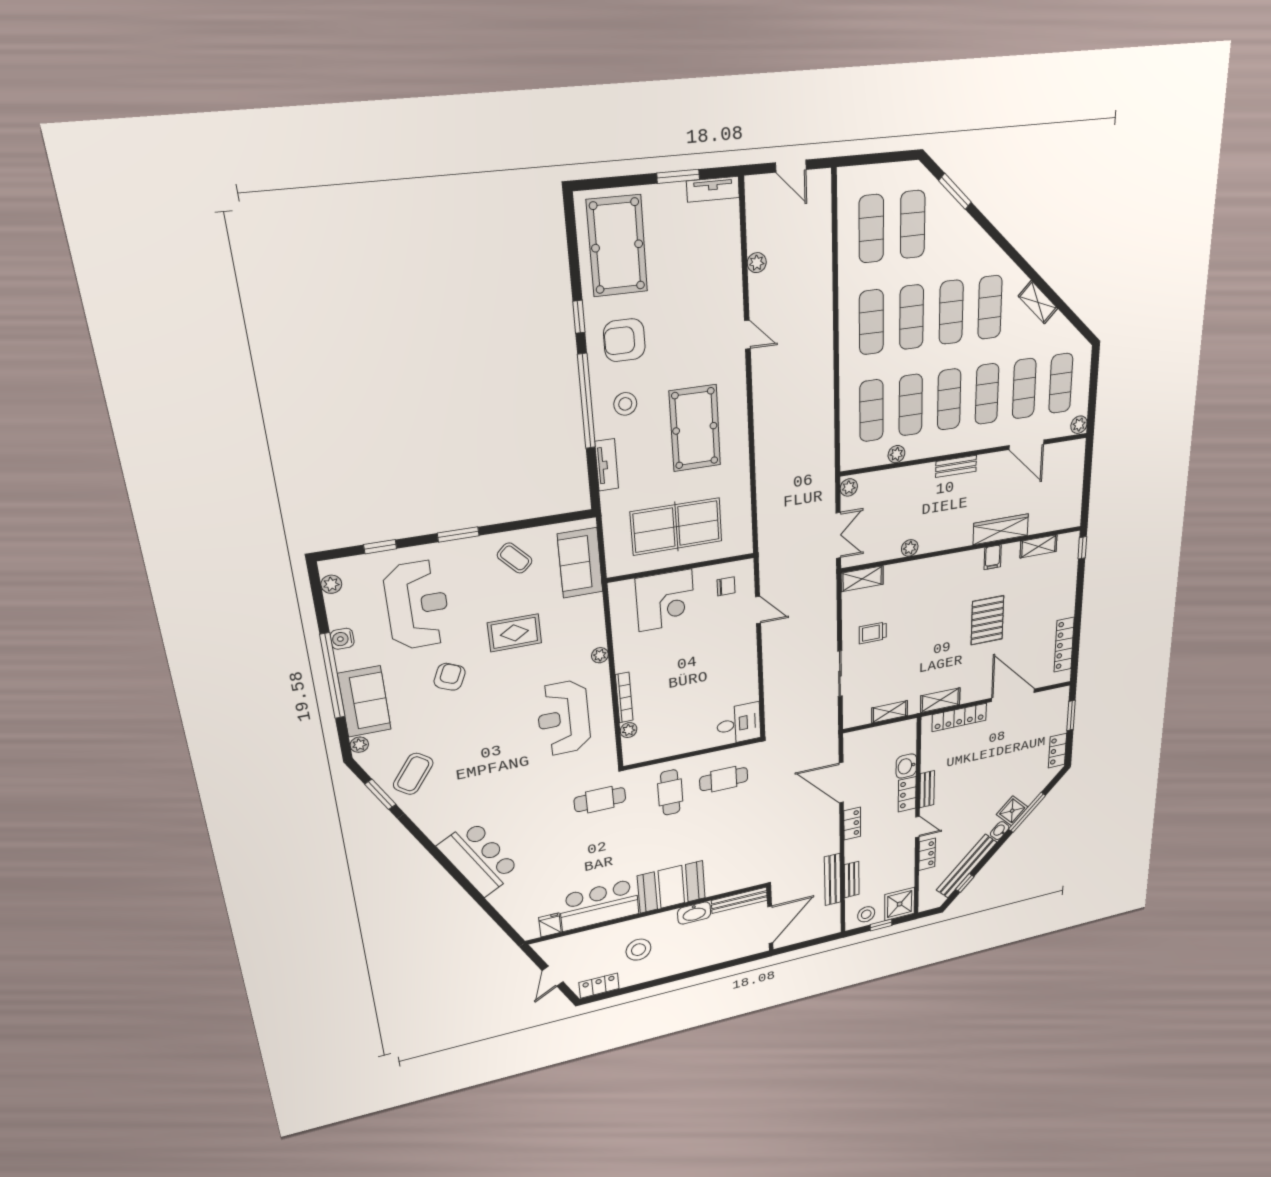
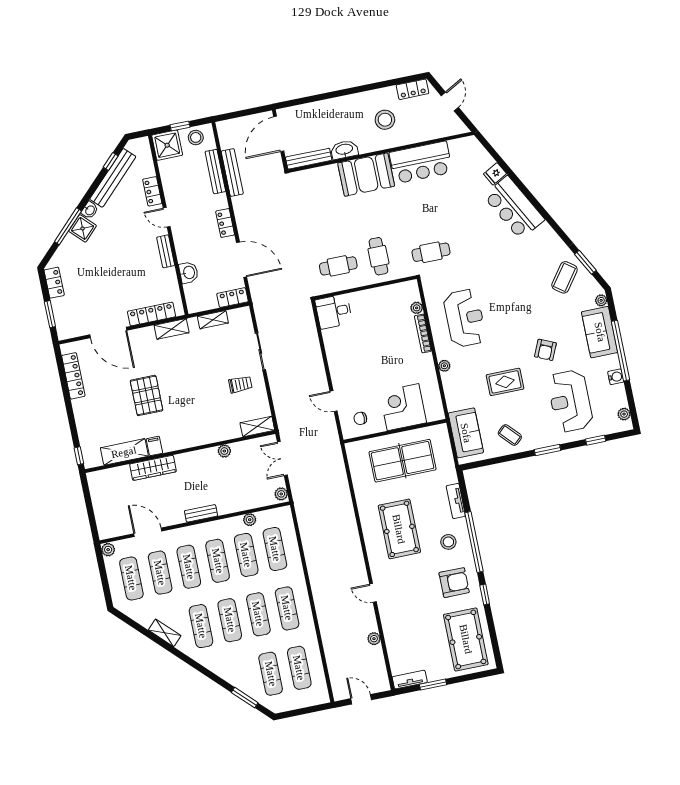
shelving: (1039, 546) -> (124, 452), width x1.50, depth x1.33
locker: (907, 794) -> (232, 298), moved, turned -90
bench: (852, 880) -> (215, 172), width x1.36
fridge: (550, 925) -> (495, 174), moved, turned 61

